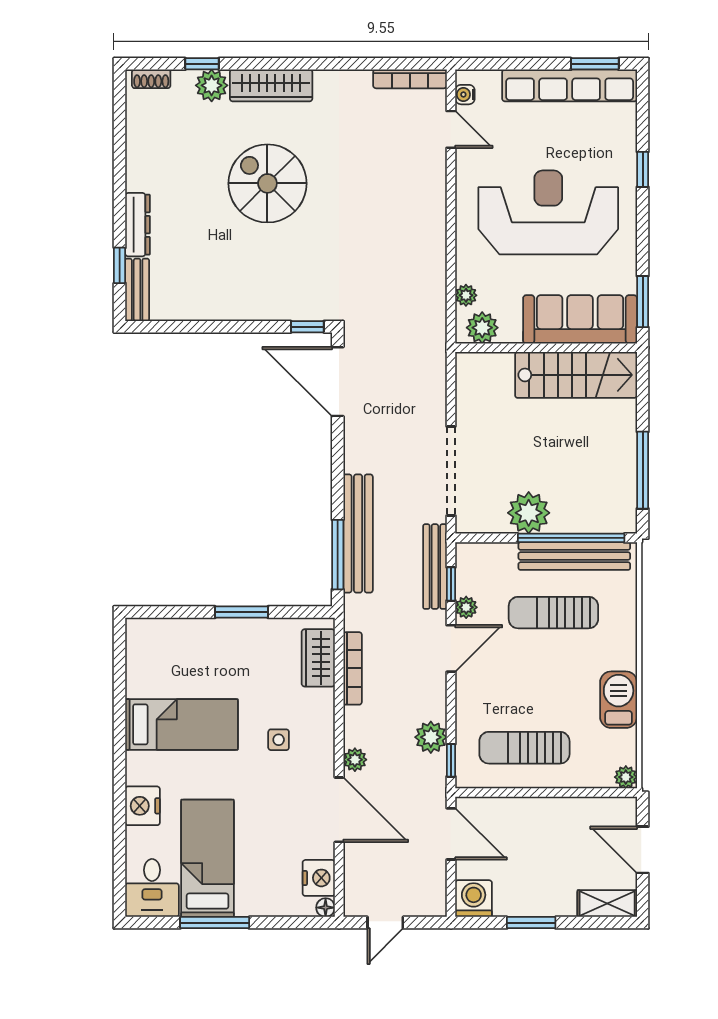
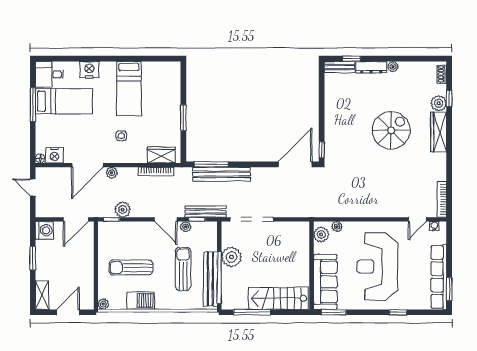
plant: (136, 180) -> (393, 67), added
reception desk: (548, 212) -> (377, 266), turned 180
stairs: (576, 375) -> (279, 298), moved, turned 90
sun lounger: (524, 748) -> (131, 267), moved, turned -90

